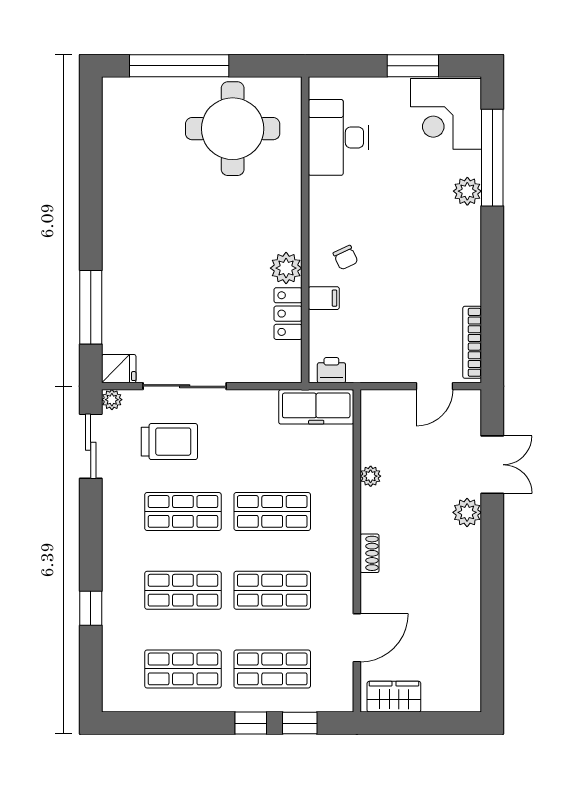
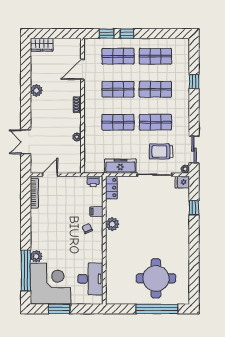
corner desk: (446, 114) -> (51, 283), width x1.36, depth x1.36
round table: (233, 129) -> (156, 278), moved
window: (91, 307) -> (194, 208), width x0.46
locker: (288, 314) -> (111, 188), moved
freezer: (316, 407) -> (120, 166), moved
plant: (467, 512) -> (36, 90), moved
wardrobe: (394, 697) -> (42, 45), moved

